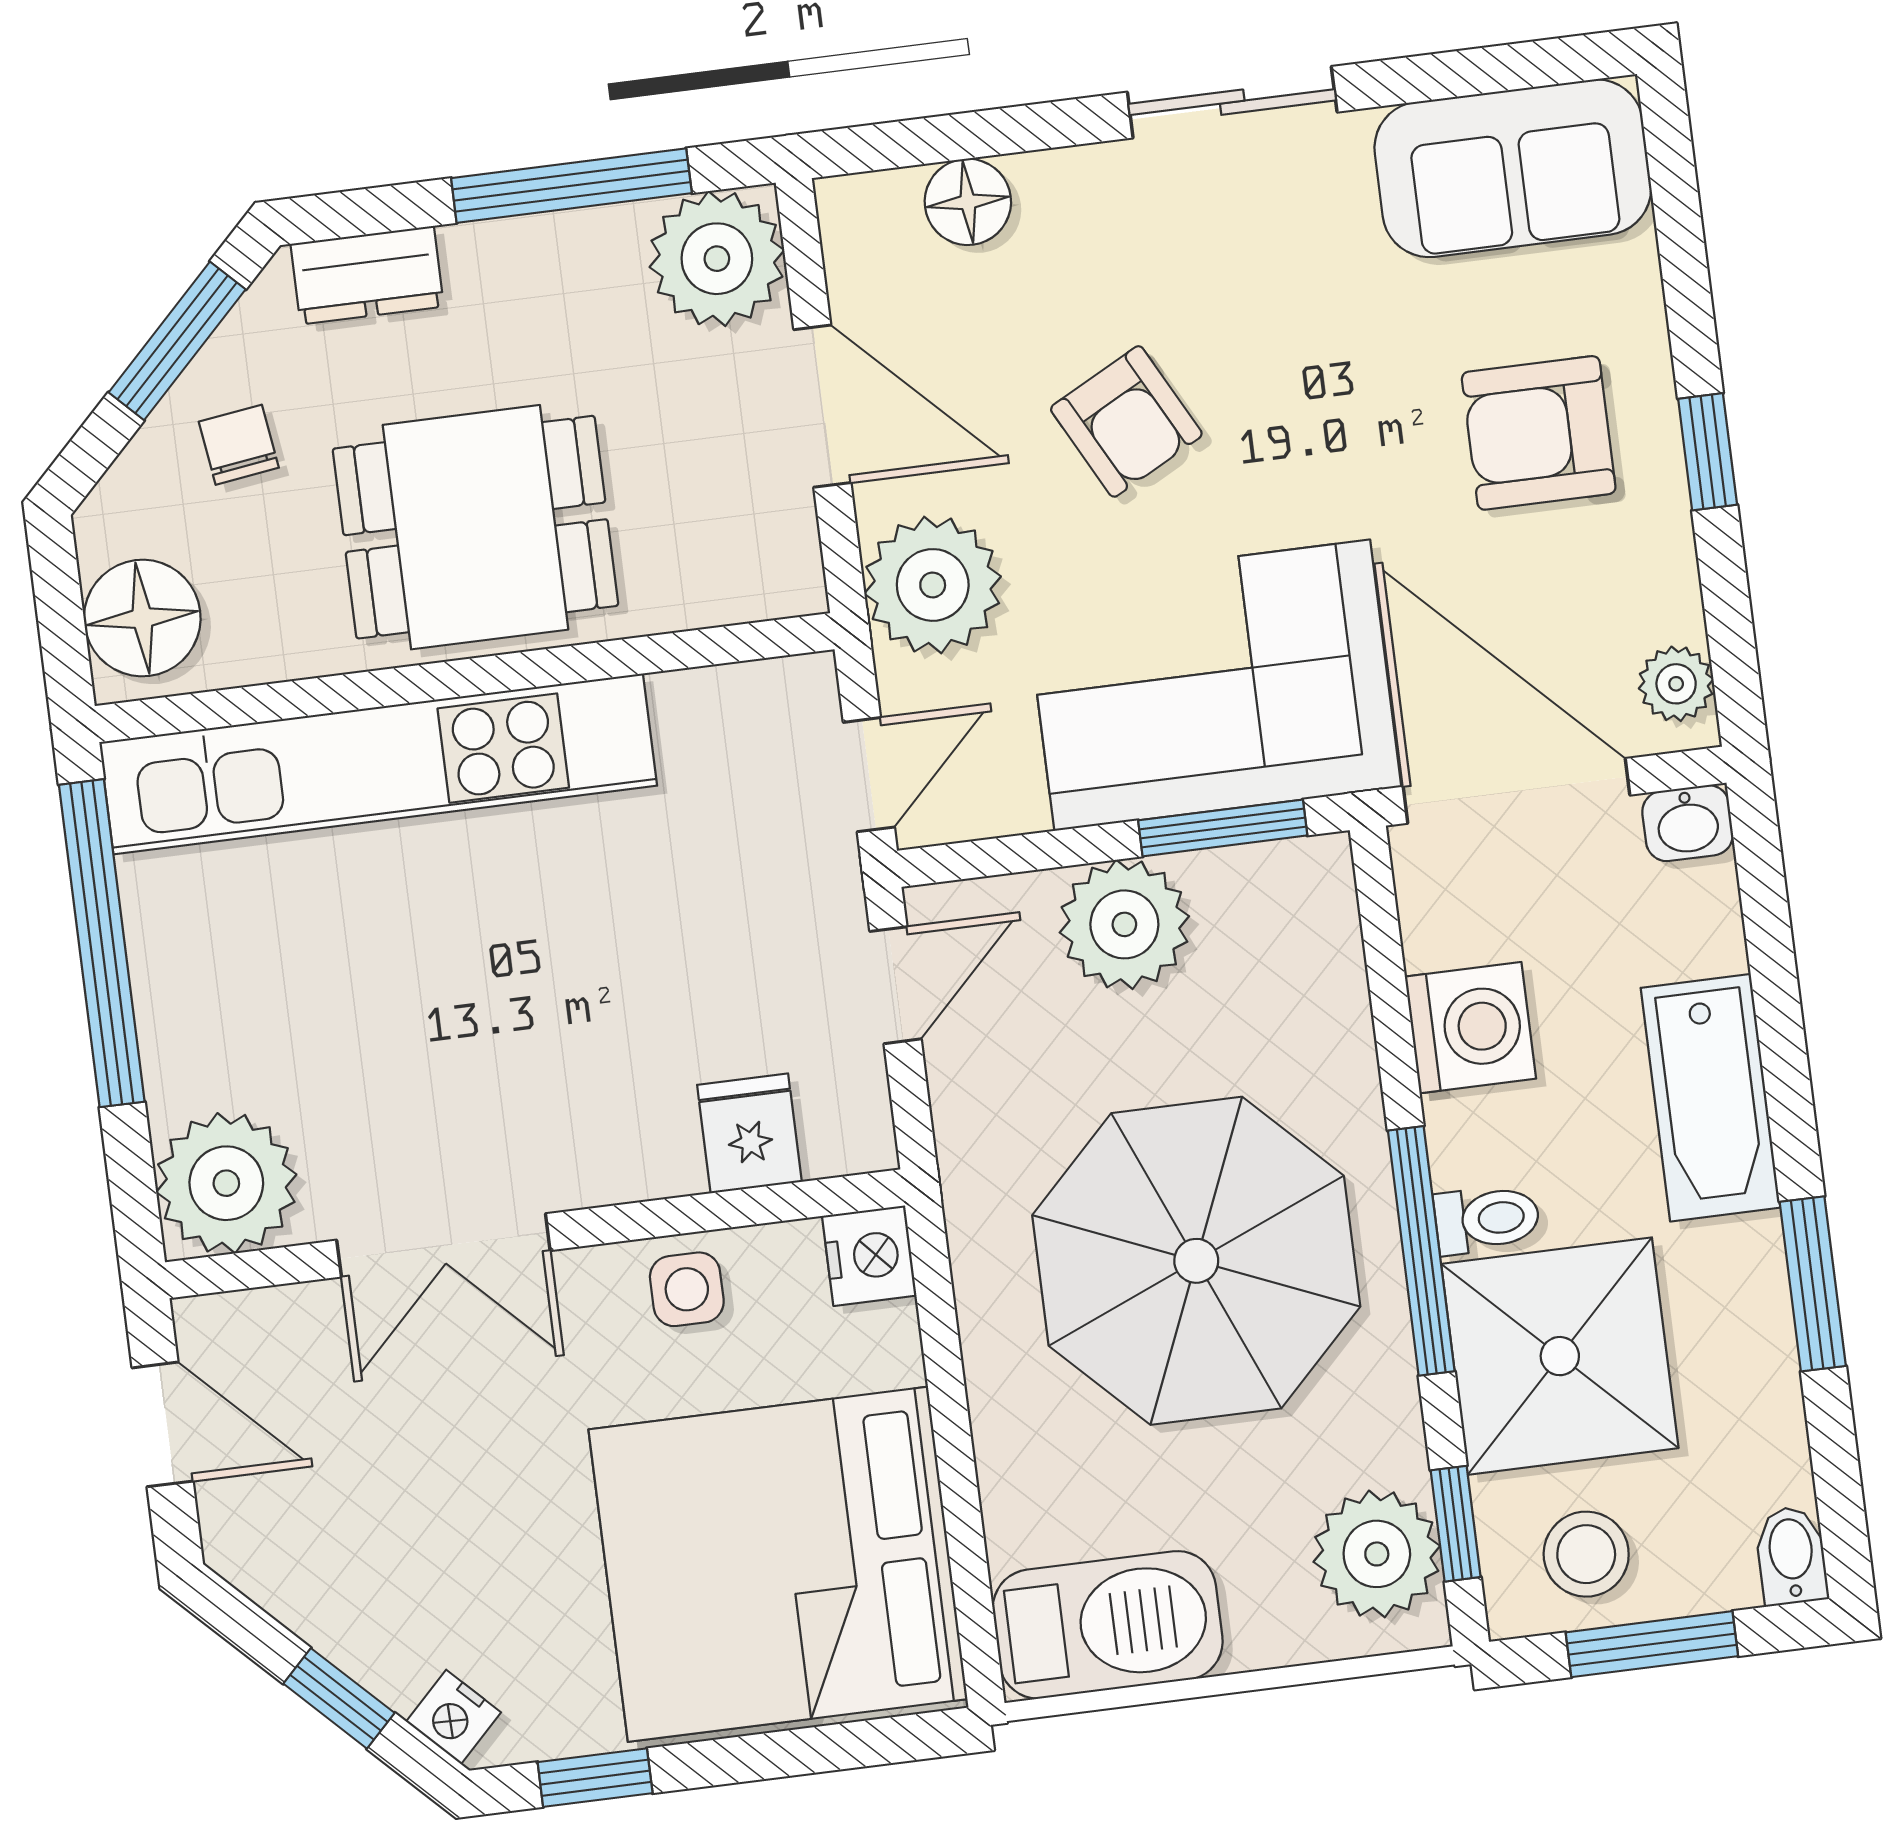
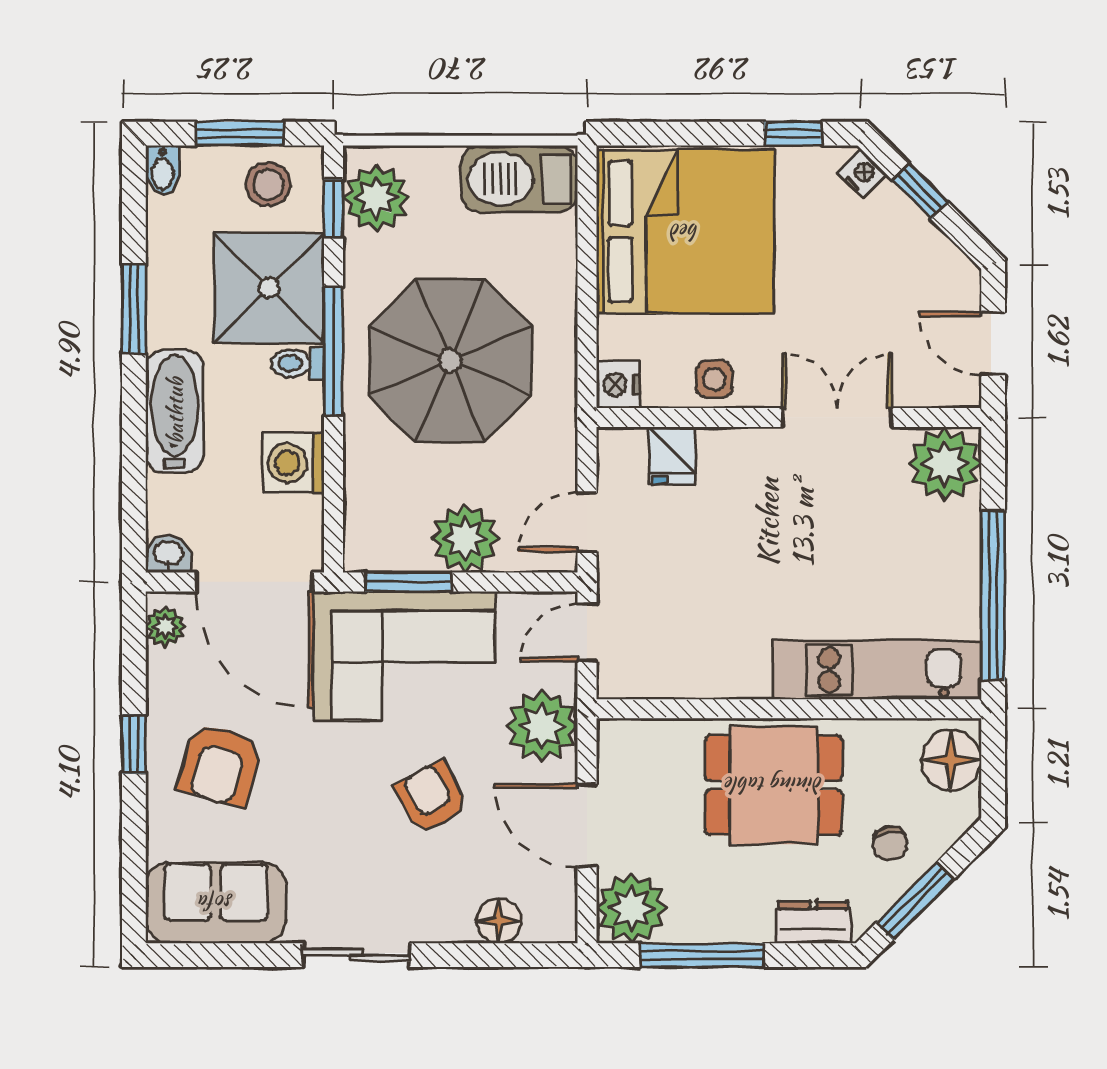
armchair: (1539, 433) -> (220, 765), turned 106
kitchen unit: (378, 764) -> (877, 670), width x0.73

